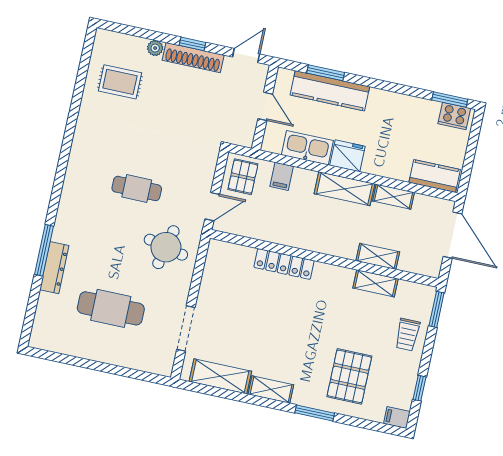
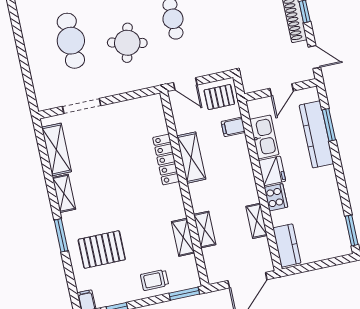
cooker: (454, 116) -> (276, 197), moved, turned 180
shelving: (344, 189) -> (191, 158), moved
round table: (166, 247) -> (127, 43), moved

